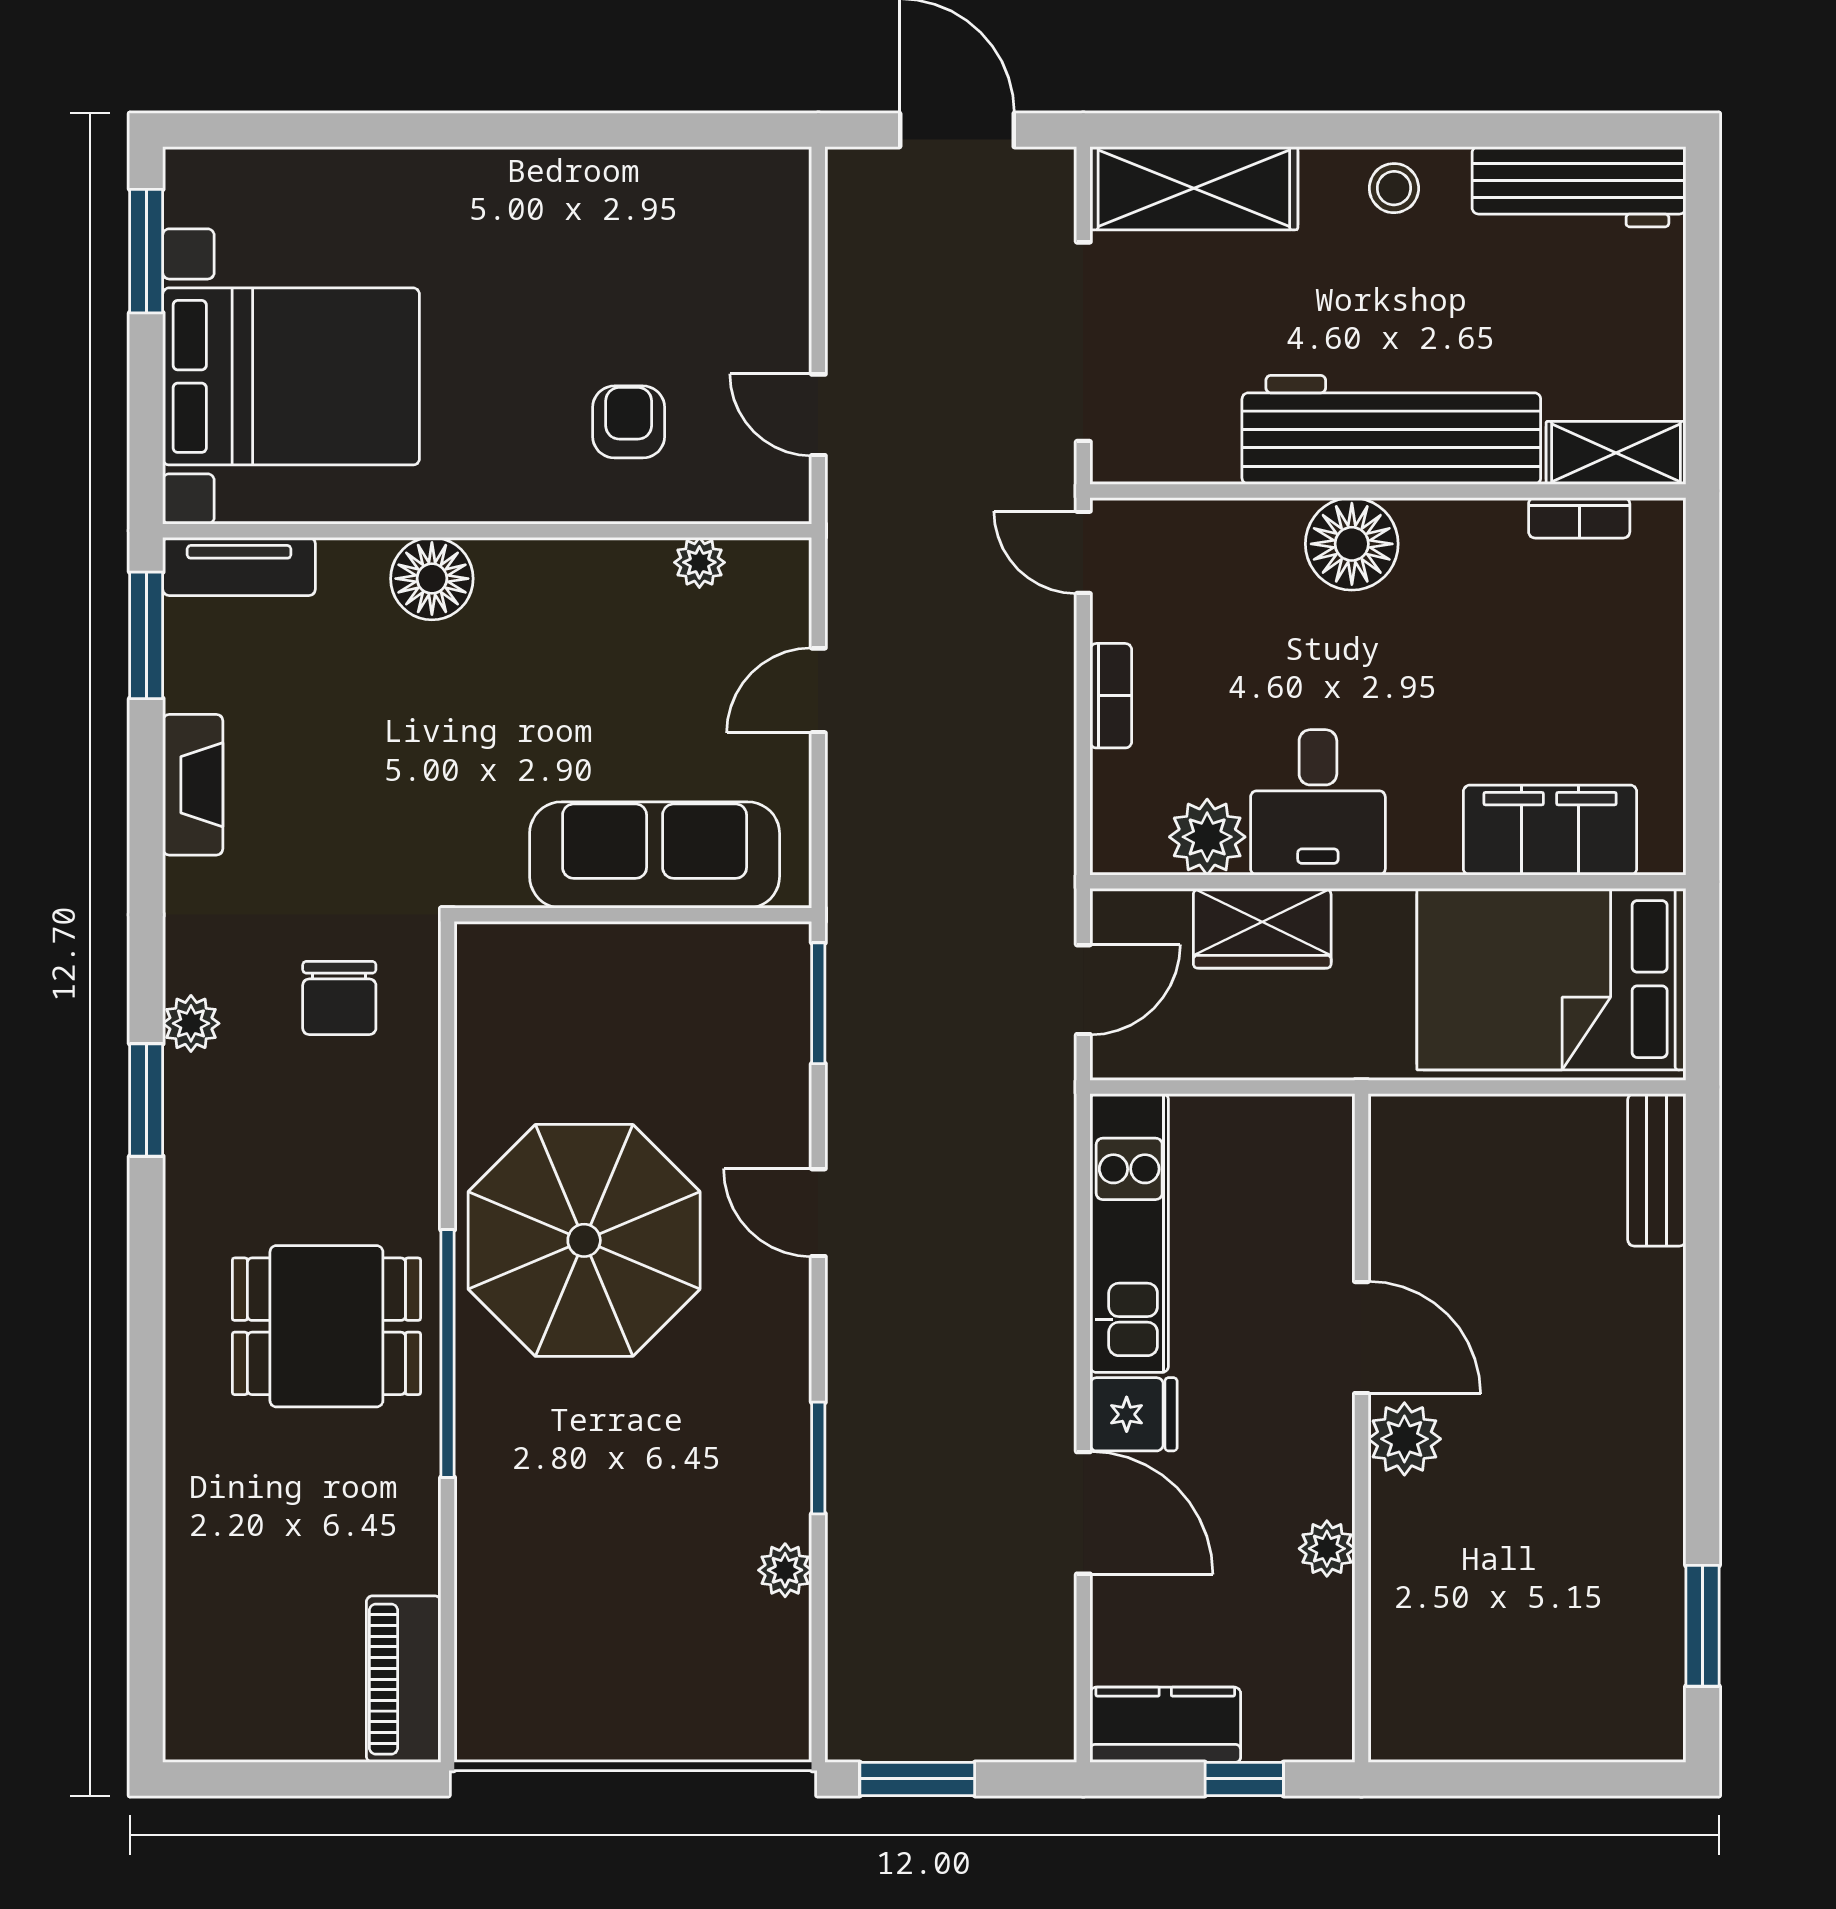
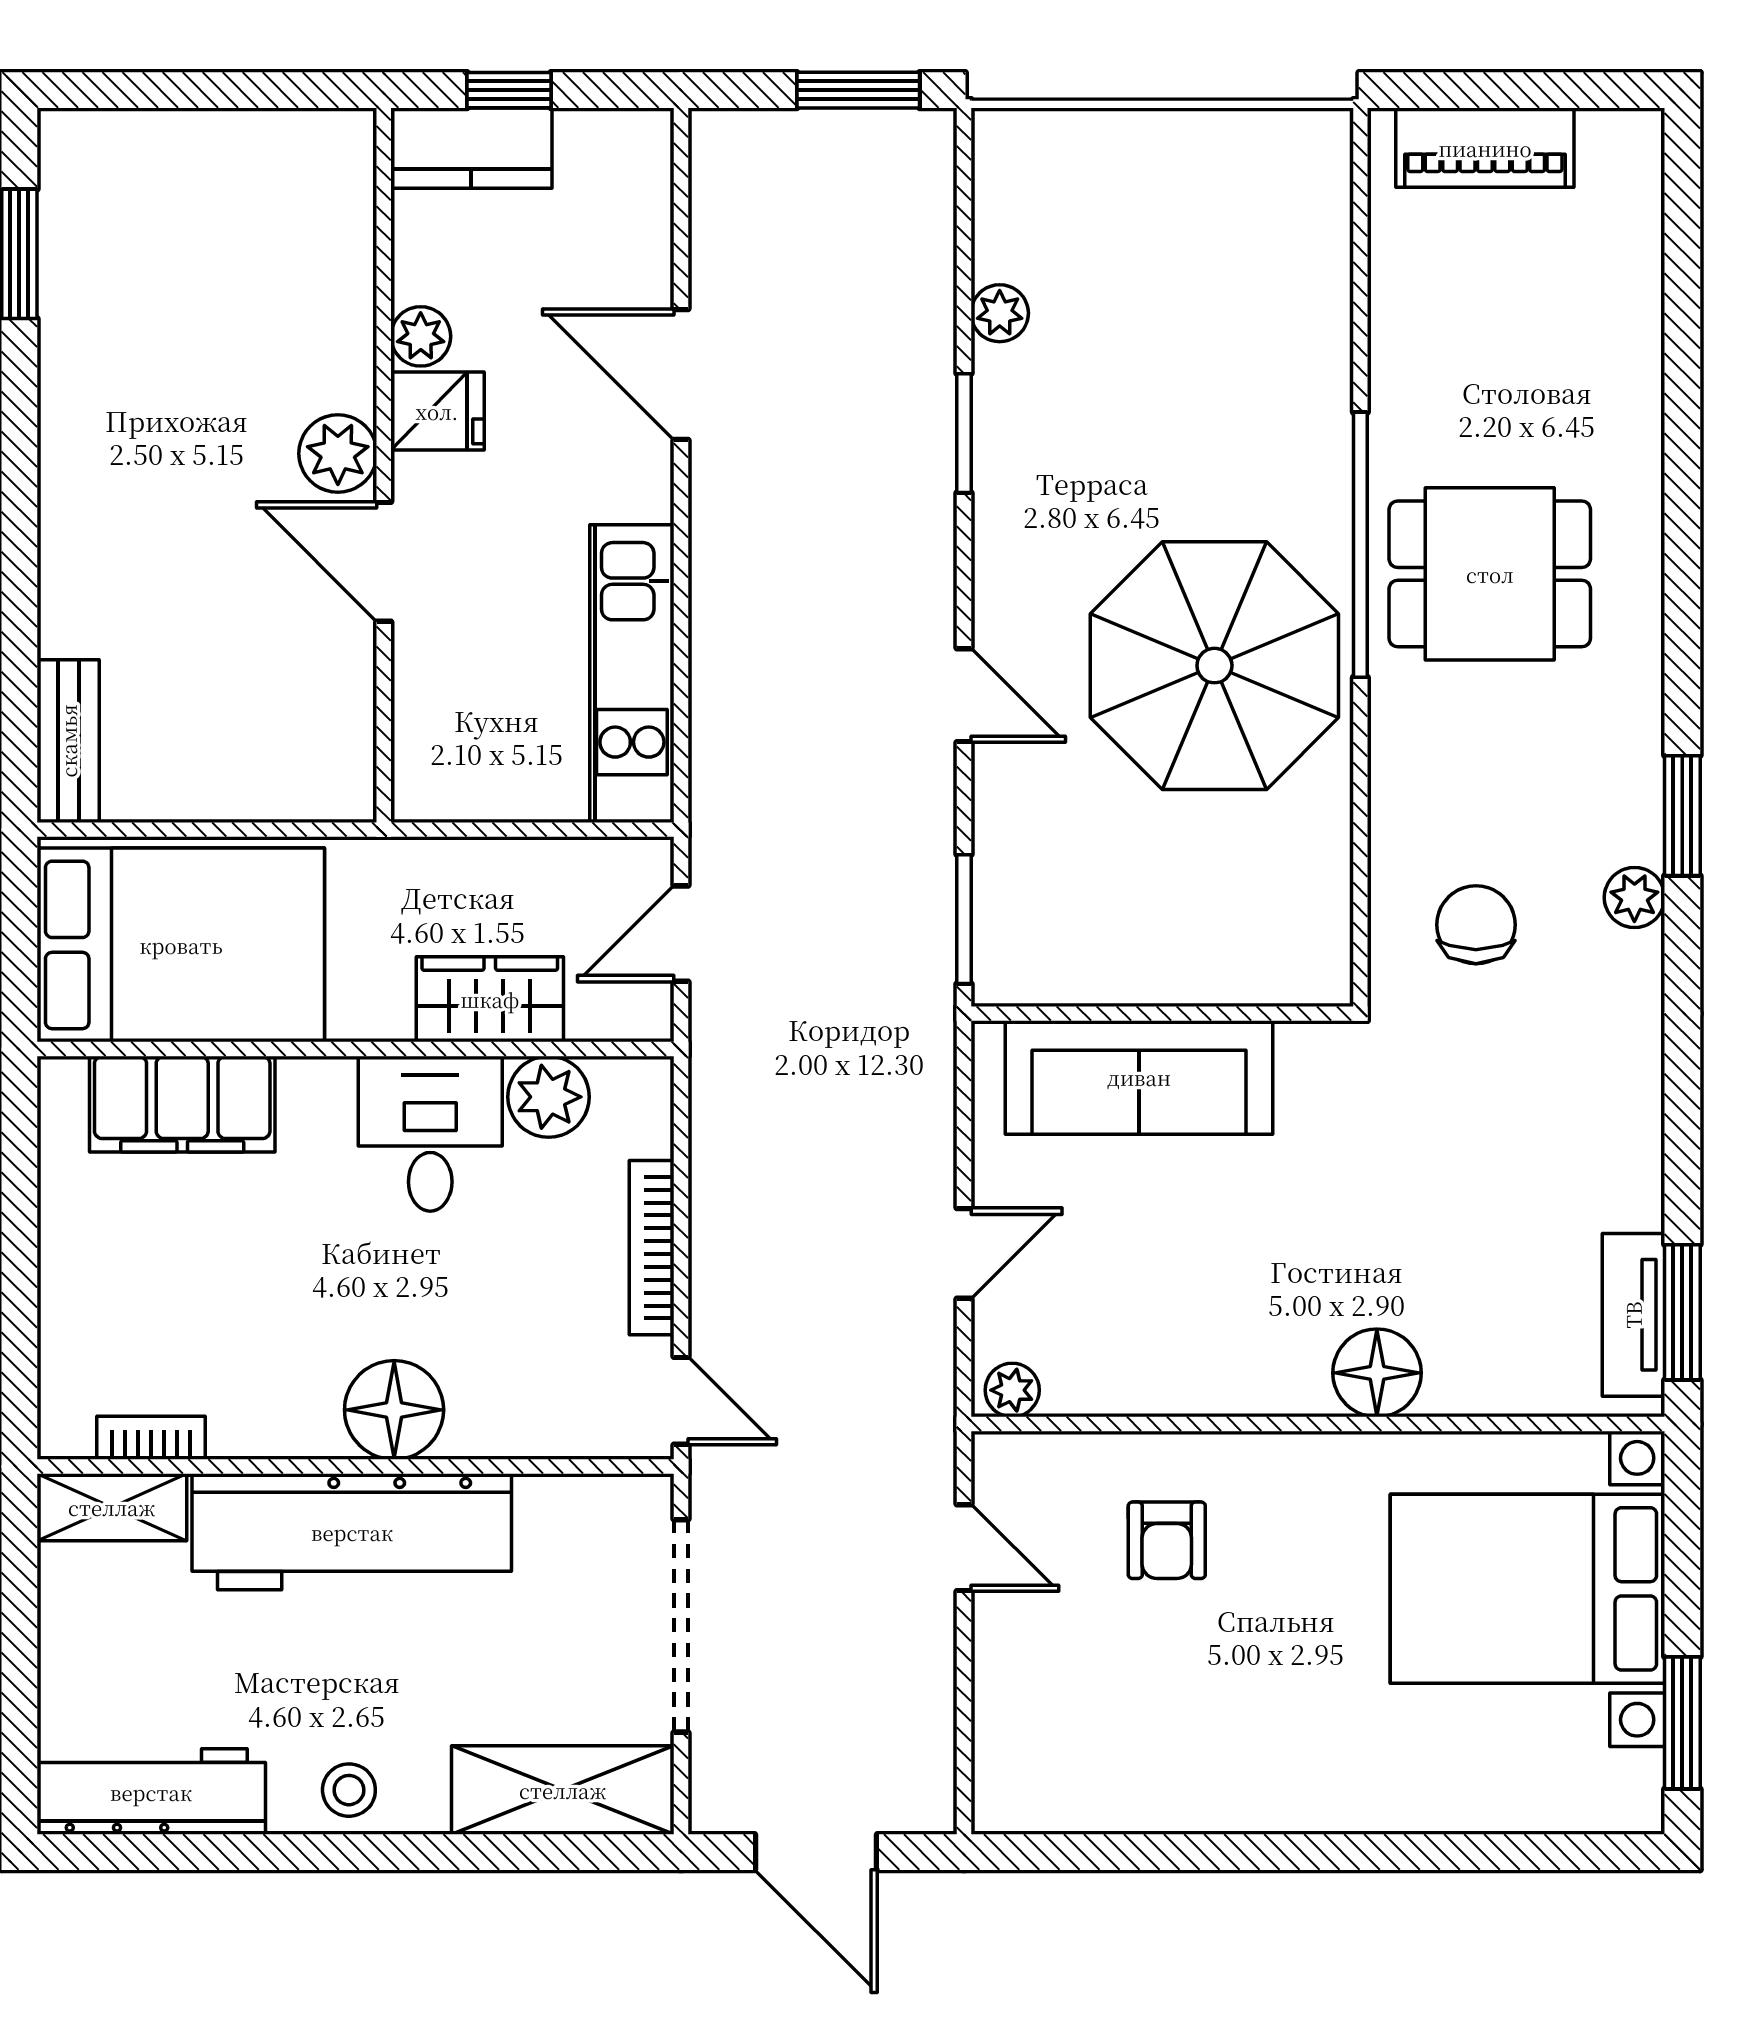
plant: (699, 562) -> (1012, 1390), moved
tv unit: (239, 566) -> (1633, 1315), moved, turned -90
bookcase: (1111, 696) -> (652, 1248), width x1.56
fireplace: (193, 785) -> (1633, 1153), removed
fridge: (1133, 1414) -> (437, 411), moved, turned 180
piano: (404, 1679) -> (1485, 148), moved, turned 90
kitchen counter: (1165, 1725) -> (471, 148), moved

